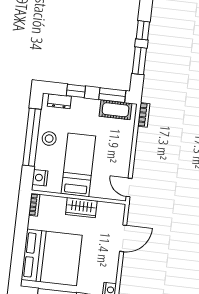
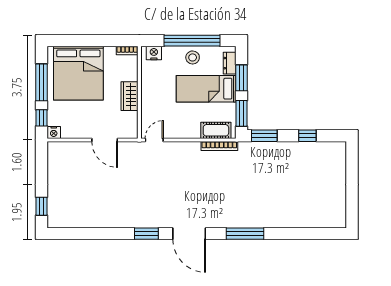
window: (139, 61) -> (264, 136), moved
window: (76, 91) -> (241, 78), width x1.50
cot: (116, 110) -> (216, 130), moved, turned 90
bookcase: (144, 115) -> (219, 146), width x1.56
bed: (78, 165) -> (206, 89), moved, turned 180

